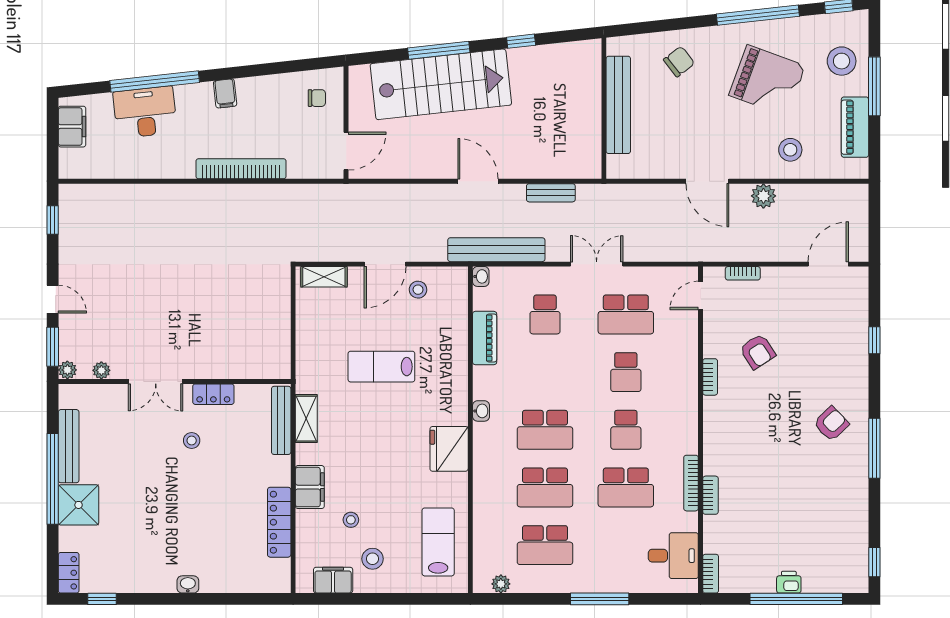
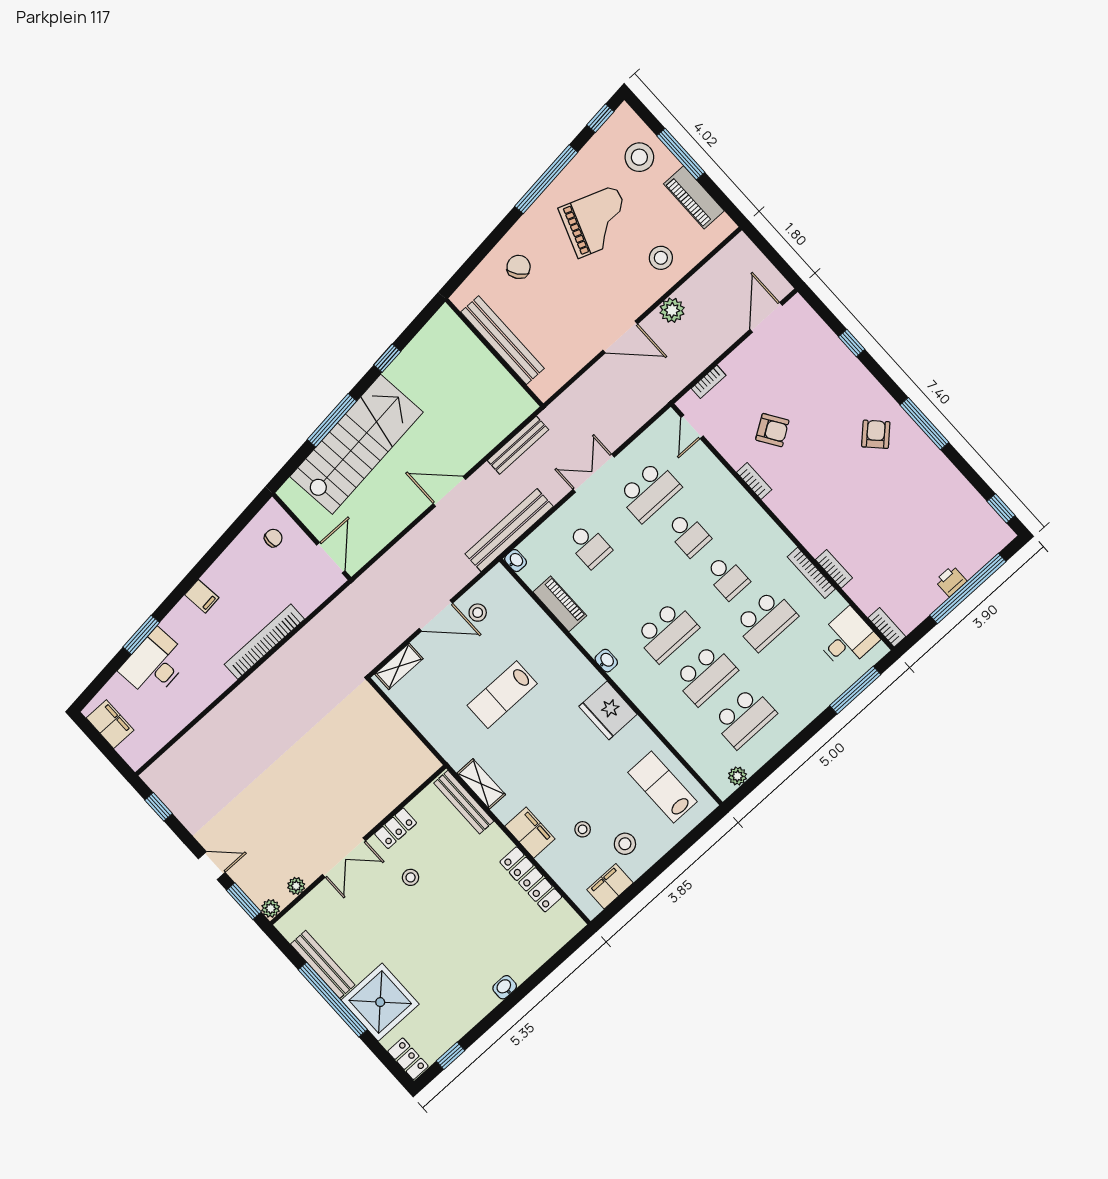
window: (155, 81) -> (141, 635), width x0.47
bench: (551, 193) -> (518, 445), width x1.36
door: (385, 264) -> (436, 616), hinge flipped
shower: (79, 505) -> (380, 1002), width x1.37, depth x1.37
window: (600, 599) -> (855, 690), moved

